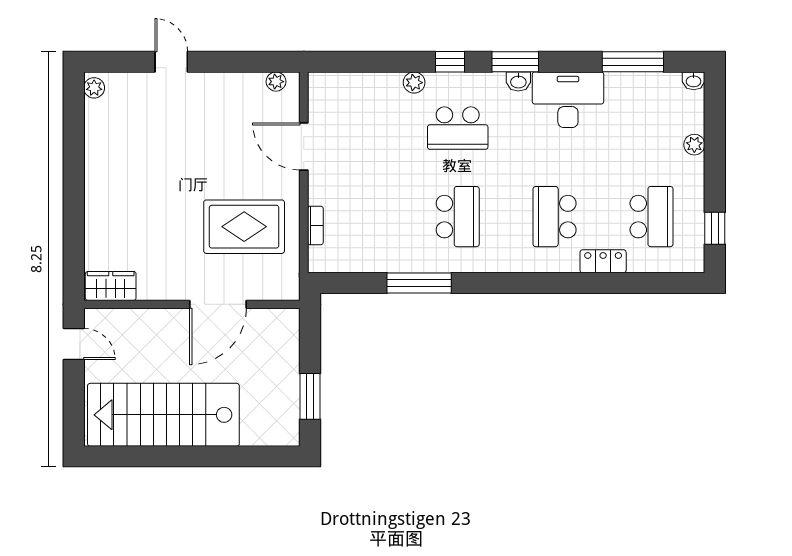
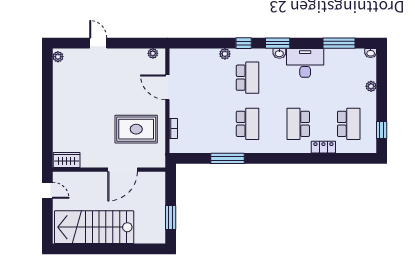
school desk: (458, 128) -> (248, 78), turned -90

